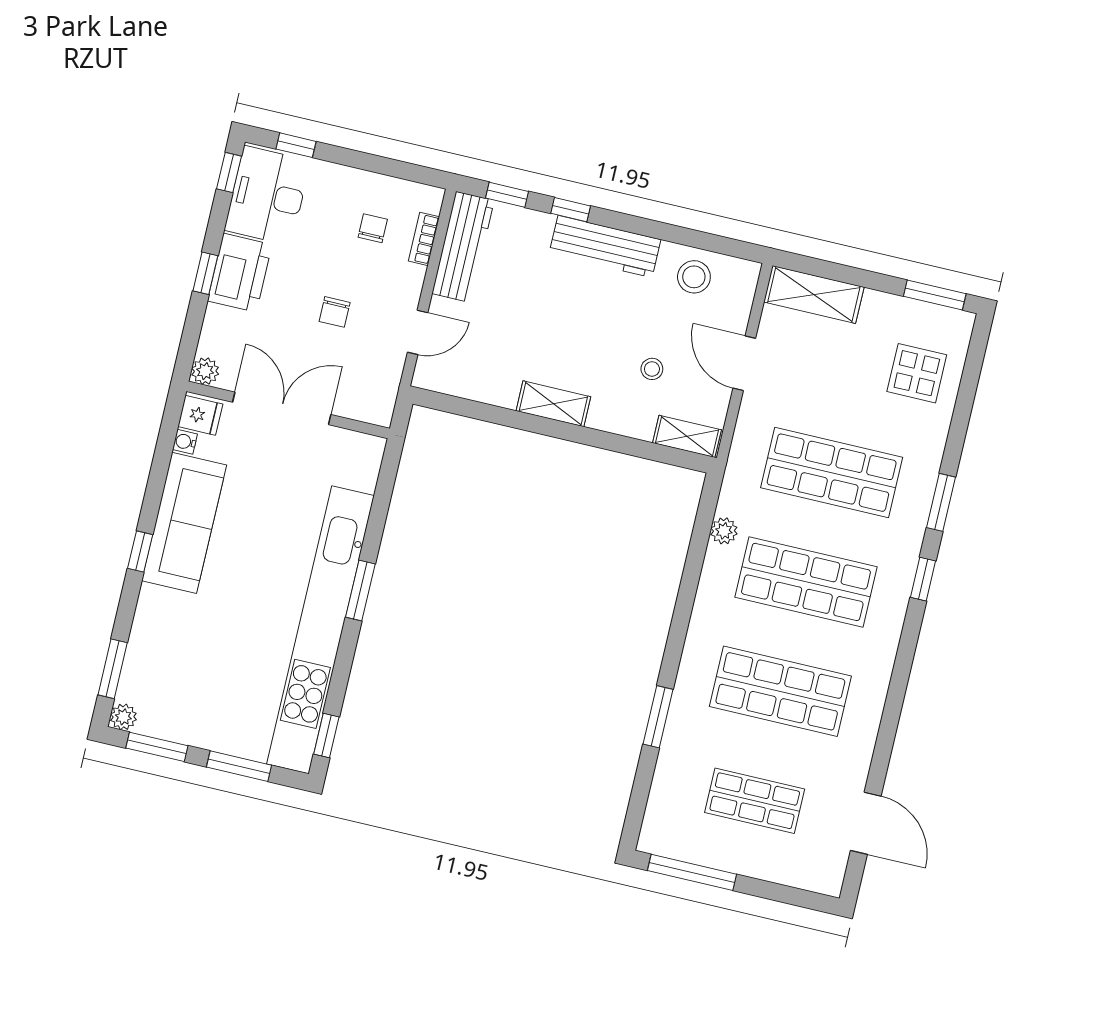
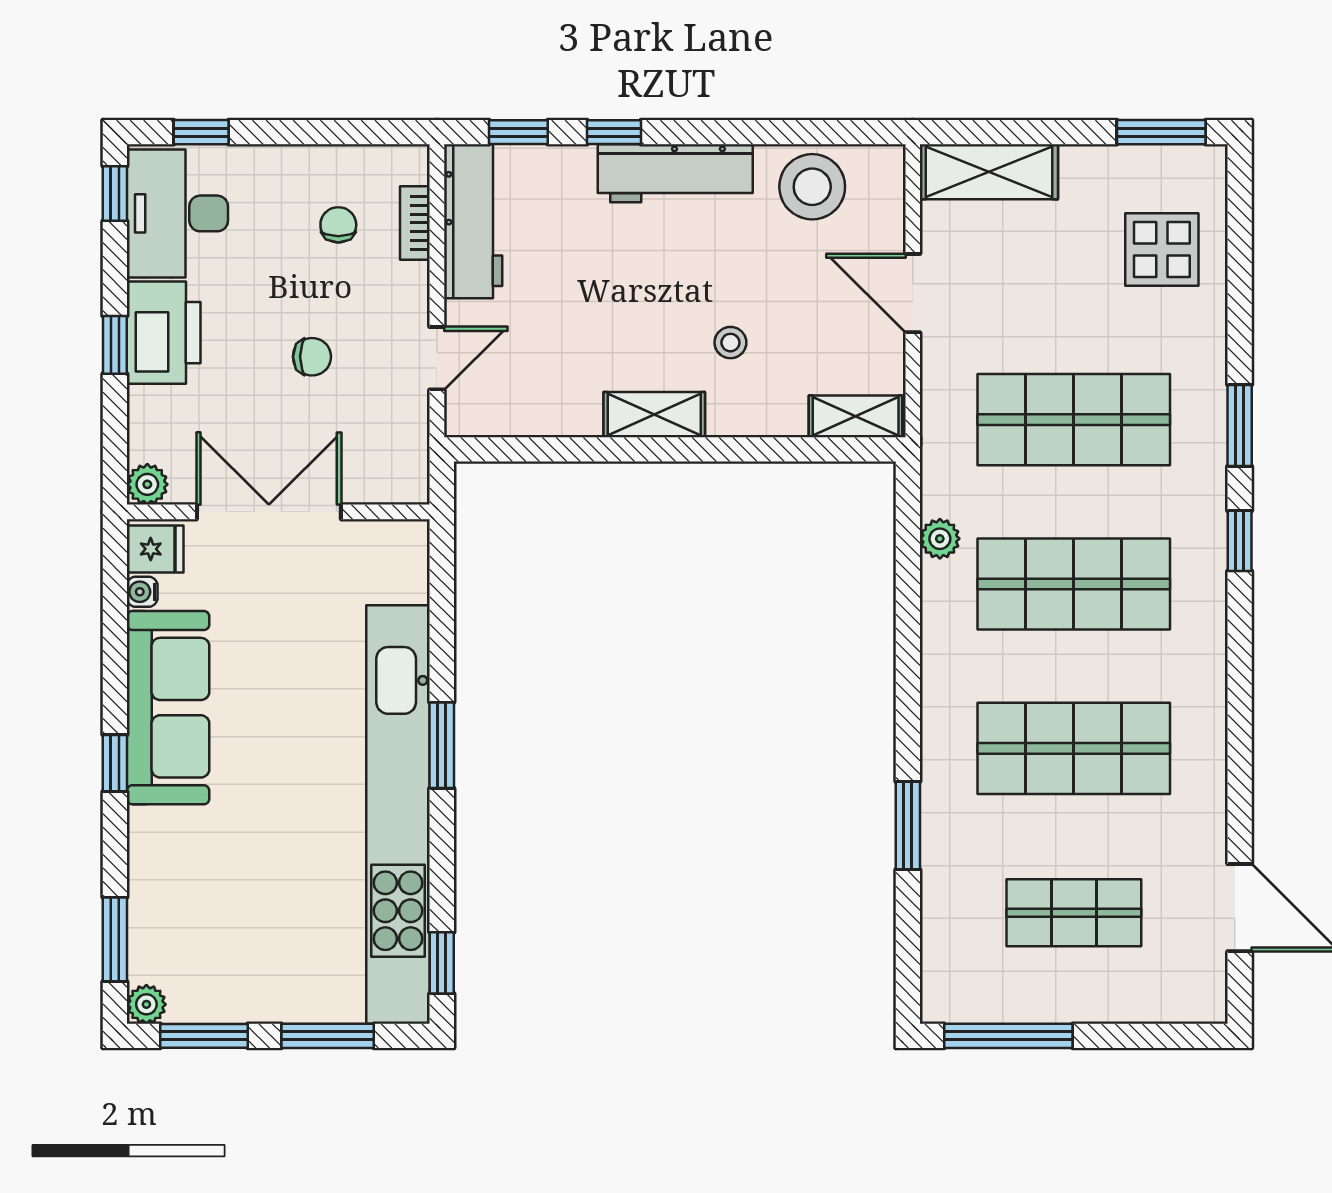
stool: (694, 277) -> (812, 187), width x1.38, depth x1.38
chair: (335, 312) -> (312, 357), turned -90
stool: (652, 369) -> (730, 343), moved

